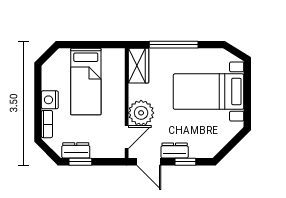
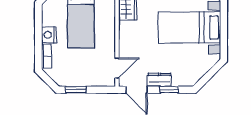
plant: (141, 113) -> (130, 46), removed
dresser: (76, 150) -> (72, 80), removed

